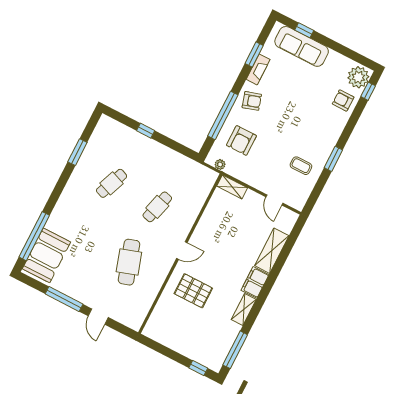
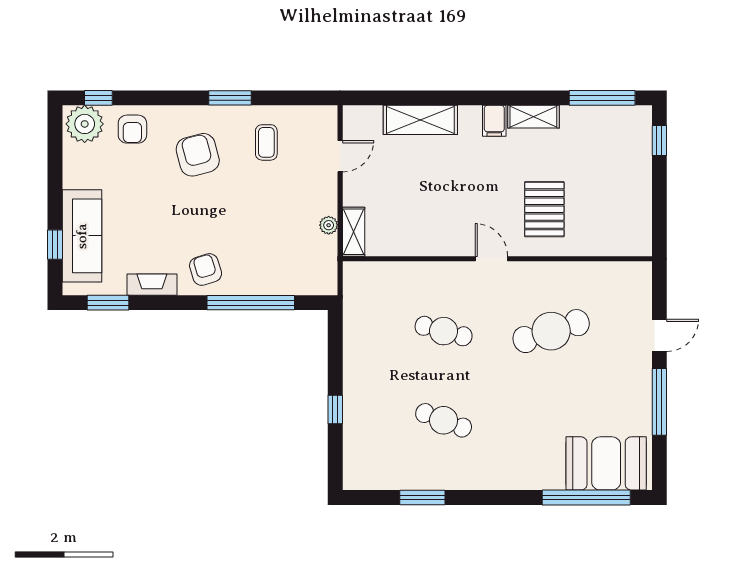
window: (254, 55) -> (108, 303), moved
armchair: (241, 140) -> (198, 155), moved, turned -105
plant: (220, 164) -> (329, 225), moved
filing cabinet: (255, 282) -> (494, 121), width x0.50

